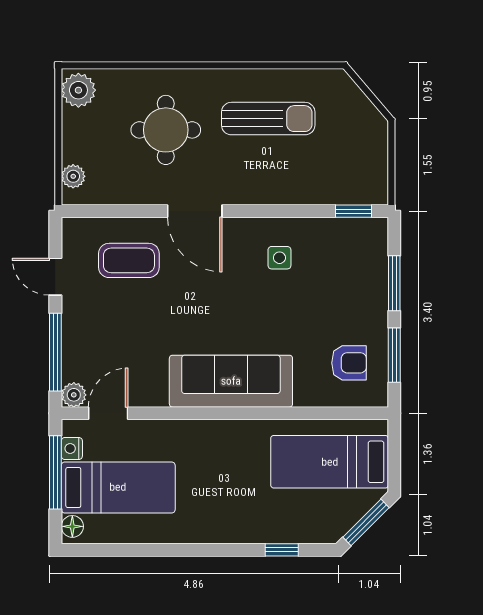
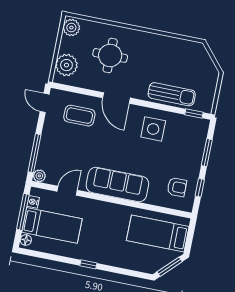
sun lounger: (268, 119) -> (172, 94), moved
plant: (73, 176) -> (66, 65), width x1.88, depth x1.88
side table: (279, 258) -> (153, 129), width x1.87, depth x1.87
door: (55, 277) -> (45, 103), moved
window: (394, 355) -> (200, 188), width x0.67
door: (108, 413) -> (67, 191), moved
window: (282, 550) -> (88, 264), moved

